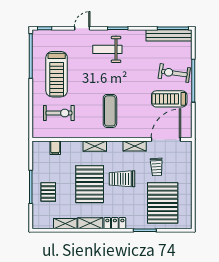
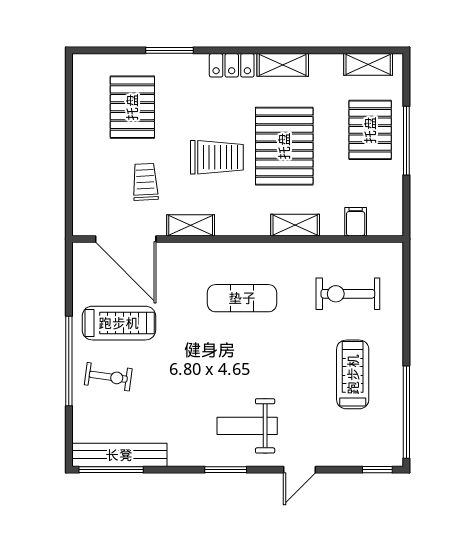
weight bench: (107, 49) -> (247, 426), turned 180
exercise bike: (174, 73) -> (108, 377), width x0.73, depth x0.72
treadmill: (57, 74) -> (353, 374), width x0.73, depth x0.73
exercise mat: (110, 111) -> (242, 298), turned 90
door: (166, 139) -> (126, 239), hinge flipped
shelving: (95, 146) -> (295, 225), moved
pallet: (48, 192) -> (370, 130), width x1.50, depth x1.42
pallet: (163, 203) -> (132, 107), width x0.73, depth x0.71
shelving: (65, 224) -> (368, 64), moved

